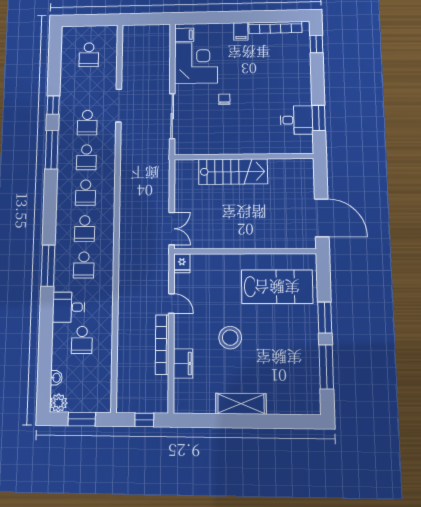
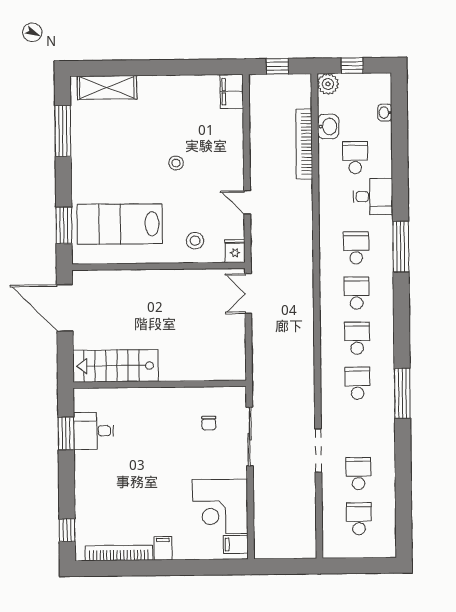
chair: (224, 99) -> (209, 423), moved
window: (53, 105) -> (403, 452), removed
school desk: (87, 123) -> (358, 474), moved
stairs: (233, 172) -> (115, 366), moved
stool: (215, 272) -> (195, 241), added
window: (325, 318) -> (64, 225), moved
stool: (230, 338) -> (176, 163), width x0.53, depth x0.53
bookcase: (162, 345) -> (304, 144), moved, turned 180
filing cabinet: (183, 363) -> (232, 92), moved
washbasin: (103, 367) -> (328, 126), added
plant: (58, 403) -> (328, 84), moved
shelving: (241, 404) -> (107, 87), moved
window: (82, 419) -> (352, 66), width x0.67

